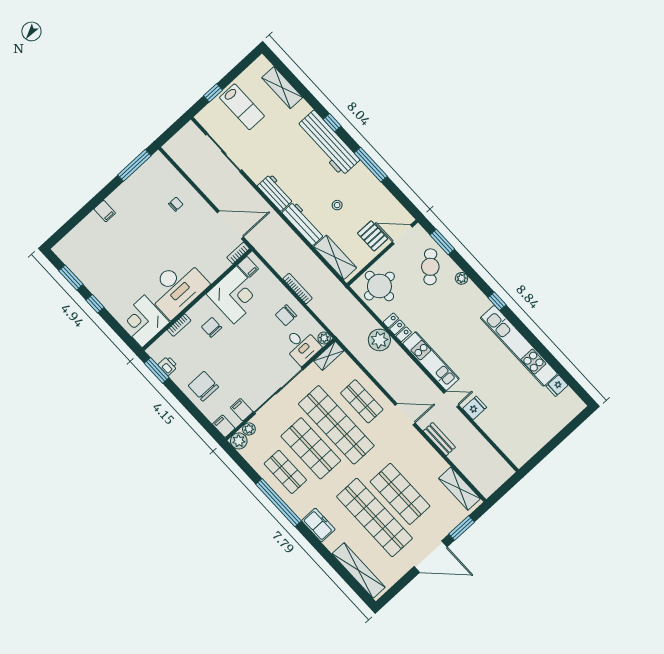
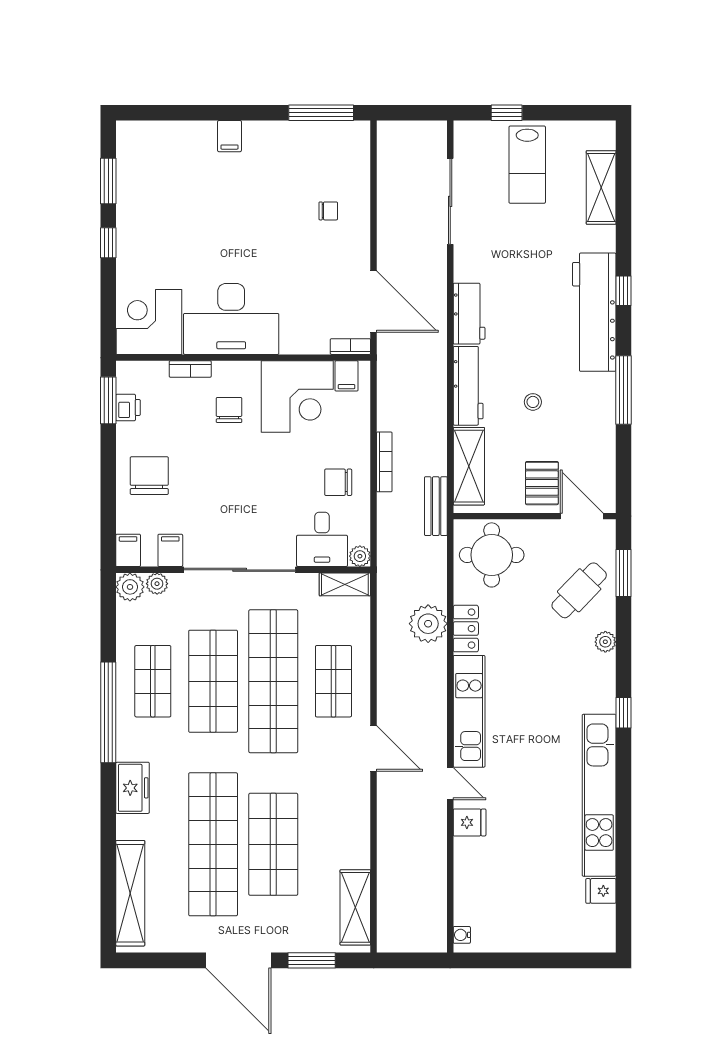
bench: (439, 439) -> (436, 506), moved
water cooler: (515, 459) -> (462, 935), added

